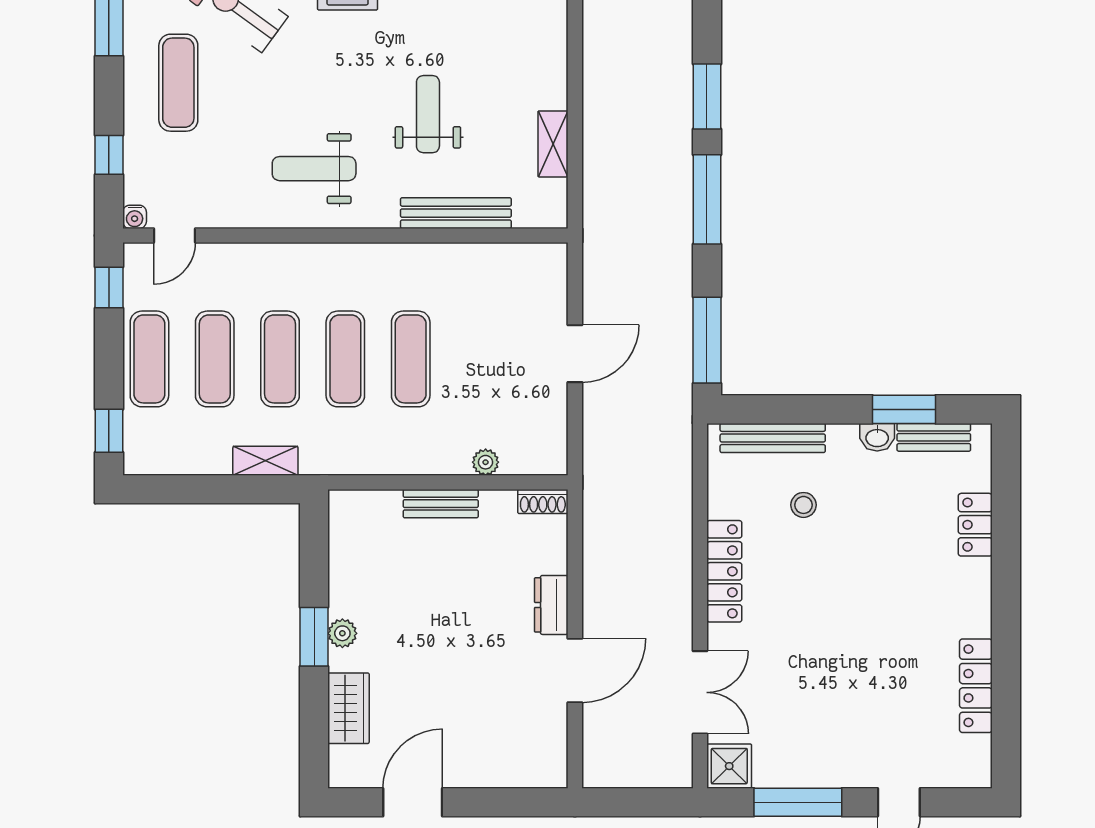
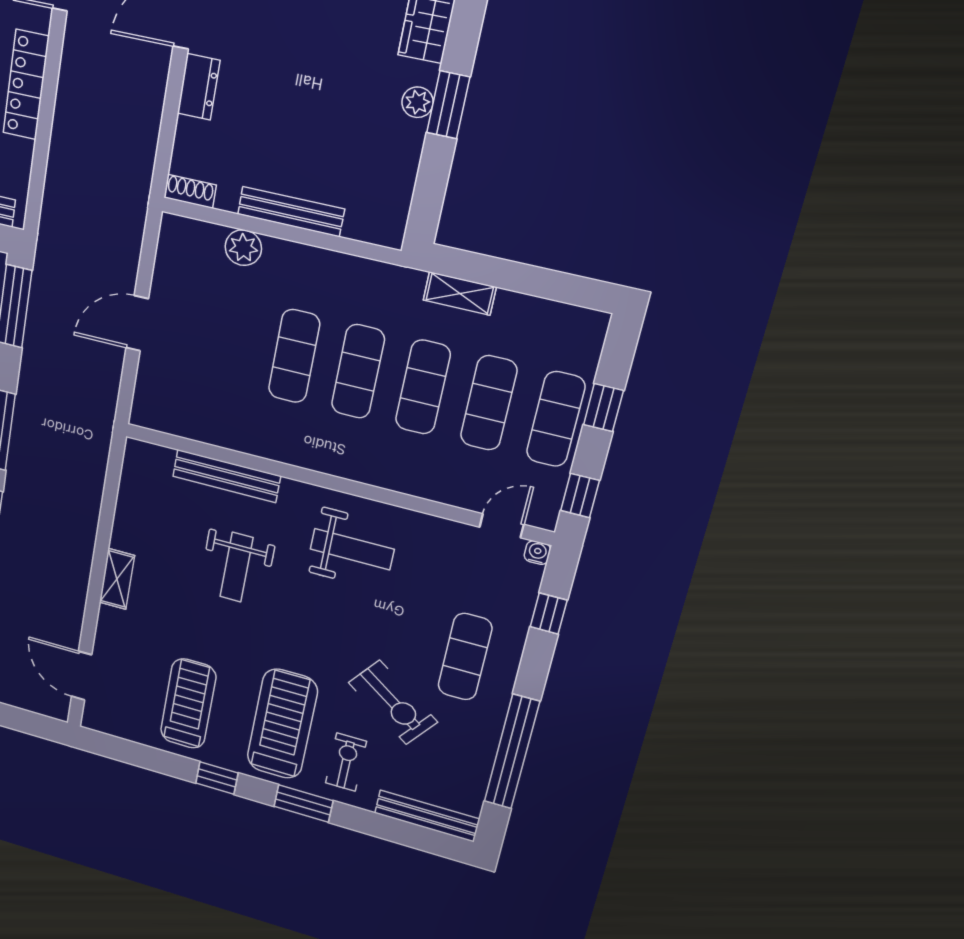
shelving: (553, 144) -> (117, 579), moved
window: (109, 431) -> (603, 408), moved
plant: (486, 462) -> (243, 248), width x1.38, depth x1.38
bench: (441, 504) -> (291, 212), width x1.36

